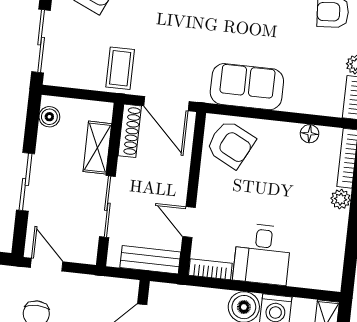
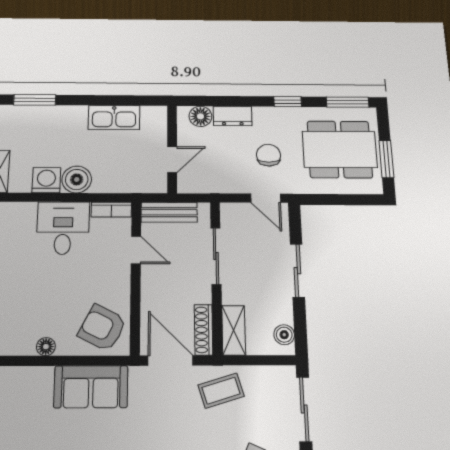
coffee table: (120, 68) -> (221, 391), turned 73
floor lamp: (310, 134) -> (46, 347), moved
shelving: (97, 148) -> (234, 330), moved

